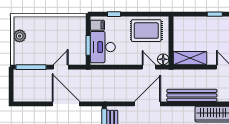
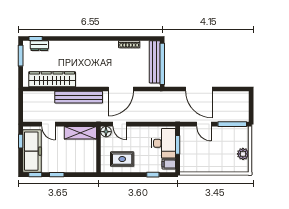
rug: (146, 31) -> (122, 159), width x0.73, depth x0.70
door: (61, 67) -> (204, 124), hinge flipped

